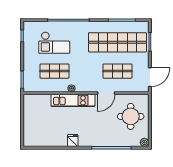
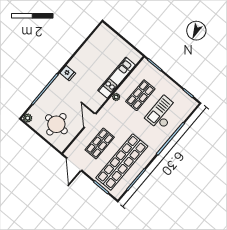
kitchen unit: (73, 100) -> (117, 78), moved
fridge: (73, 141) -> (68, 73), moved

